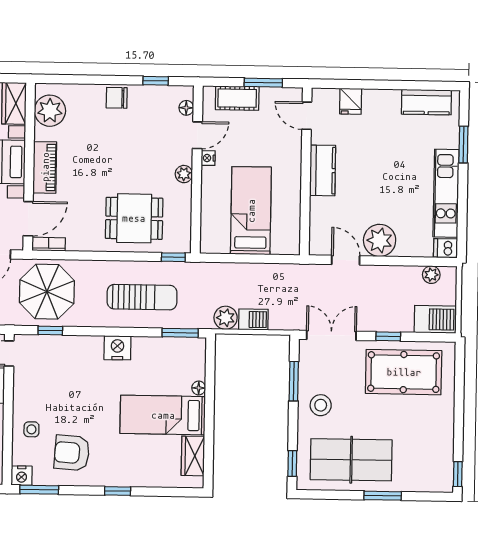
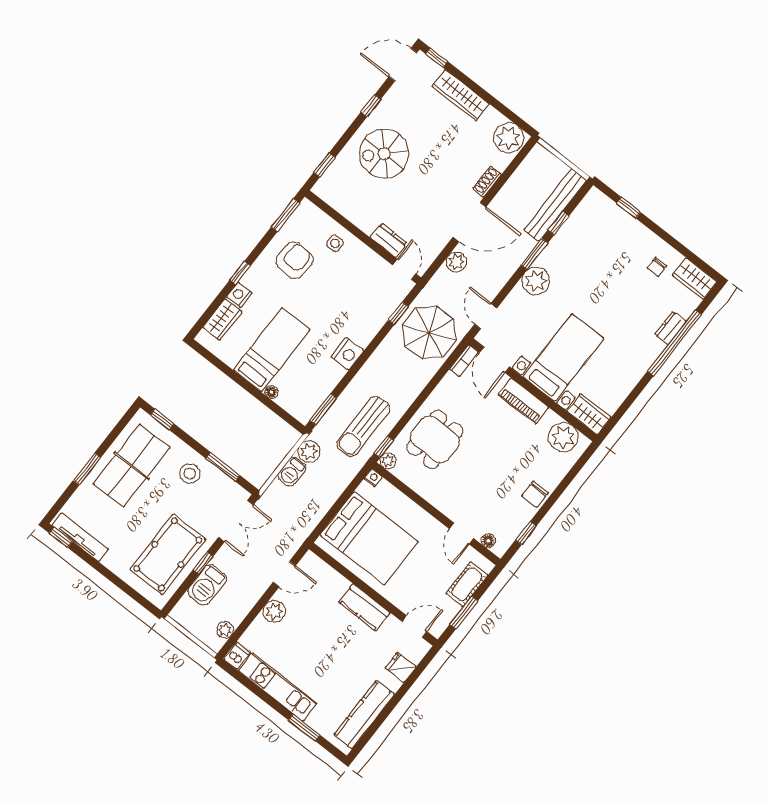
chair: (117, 98) -> (535, 494), turned 180
kitchen counter: (426, 102) -> (364, 715), width x1.50
nightstand: (208, 158) -> (373, 478), moved
plant: (184, 174) -> (388, 461), moved
bed: (251, 211) -> (369, 538), width x1.50
plant: (380, 240) -> (274, 611), width x0.73, depth x0.73
sun lounger: (142, 297) -> (363, 426), moved
barbecue: (435, 319) -> (207, 585), moved
wardrobe: (193, 456) -> (222, 319), moved, turned 90
tv unit: (445, 458) -> (80, 537), added
nightstand: (22, 476) -> (239, 295), moved

